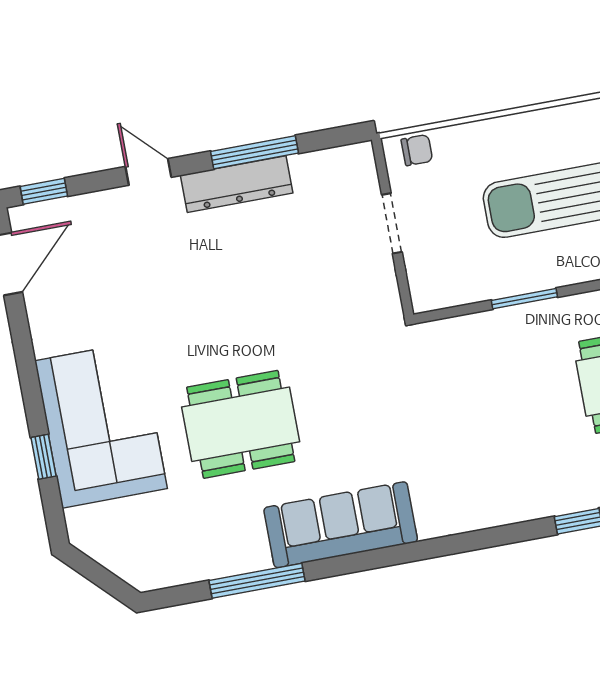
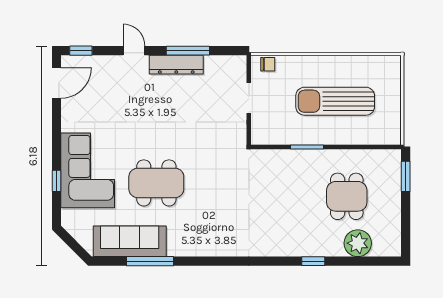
sofa: (341, 525) -> (130, 241), moved

